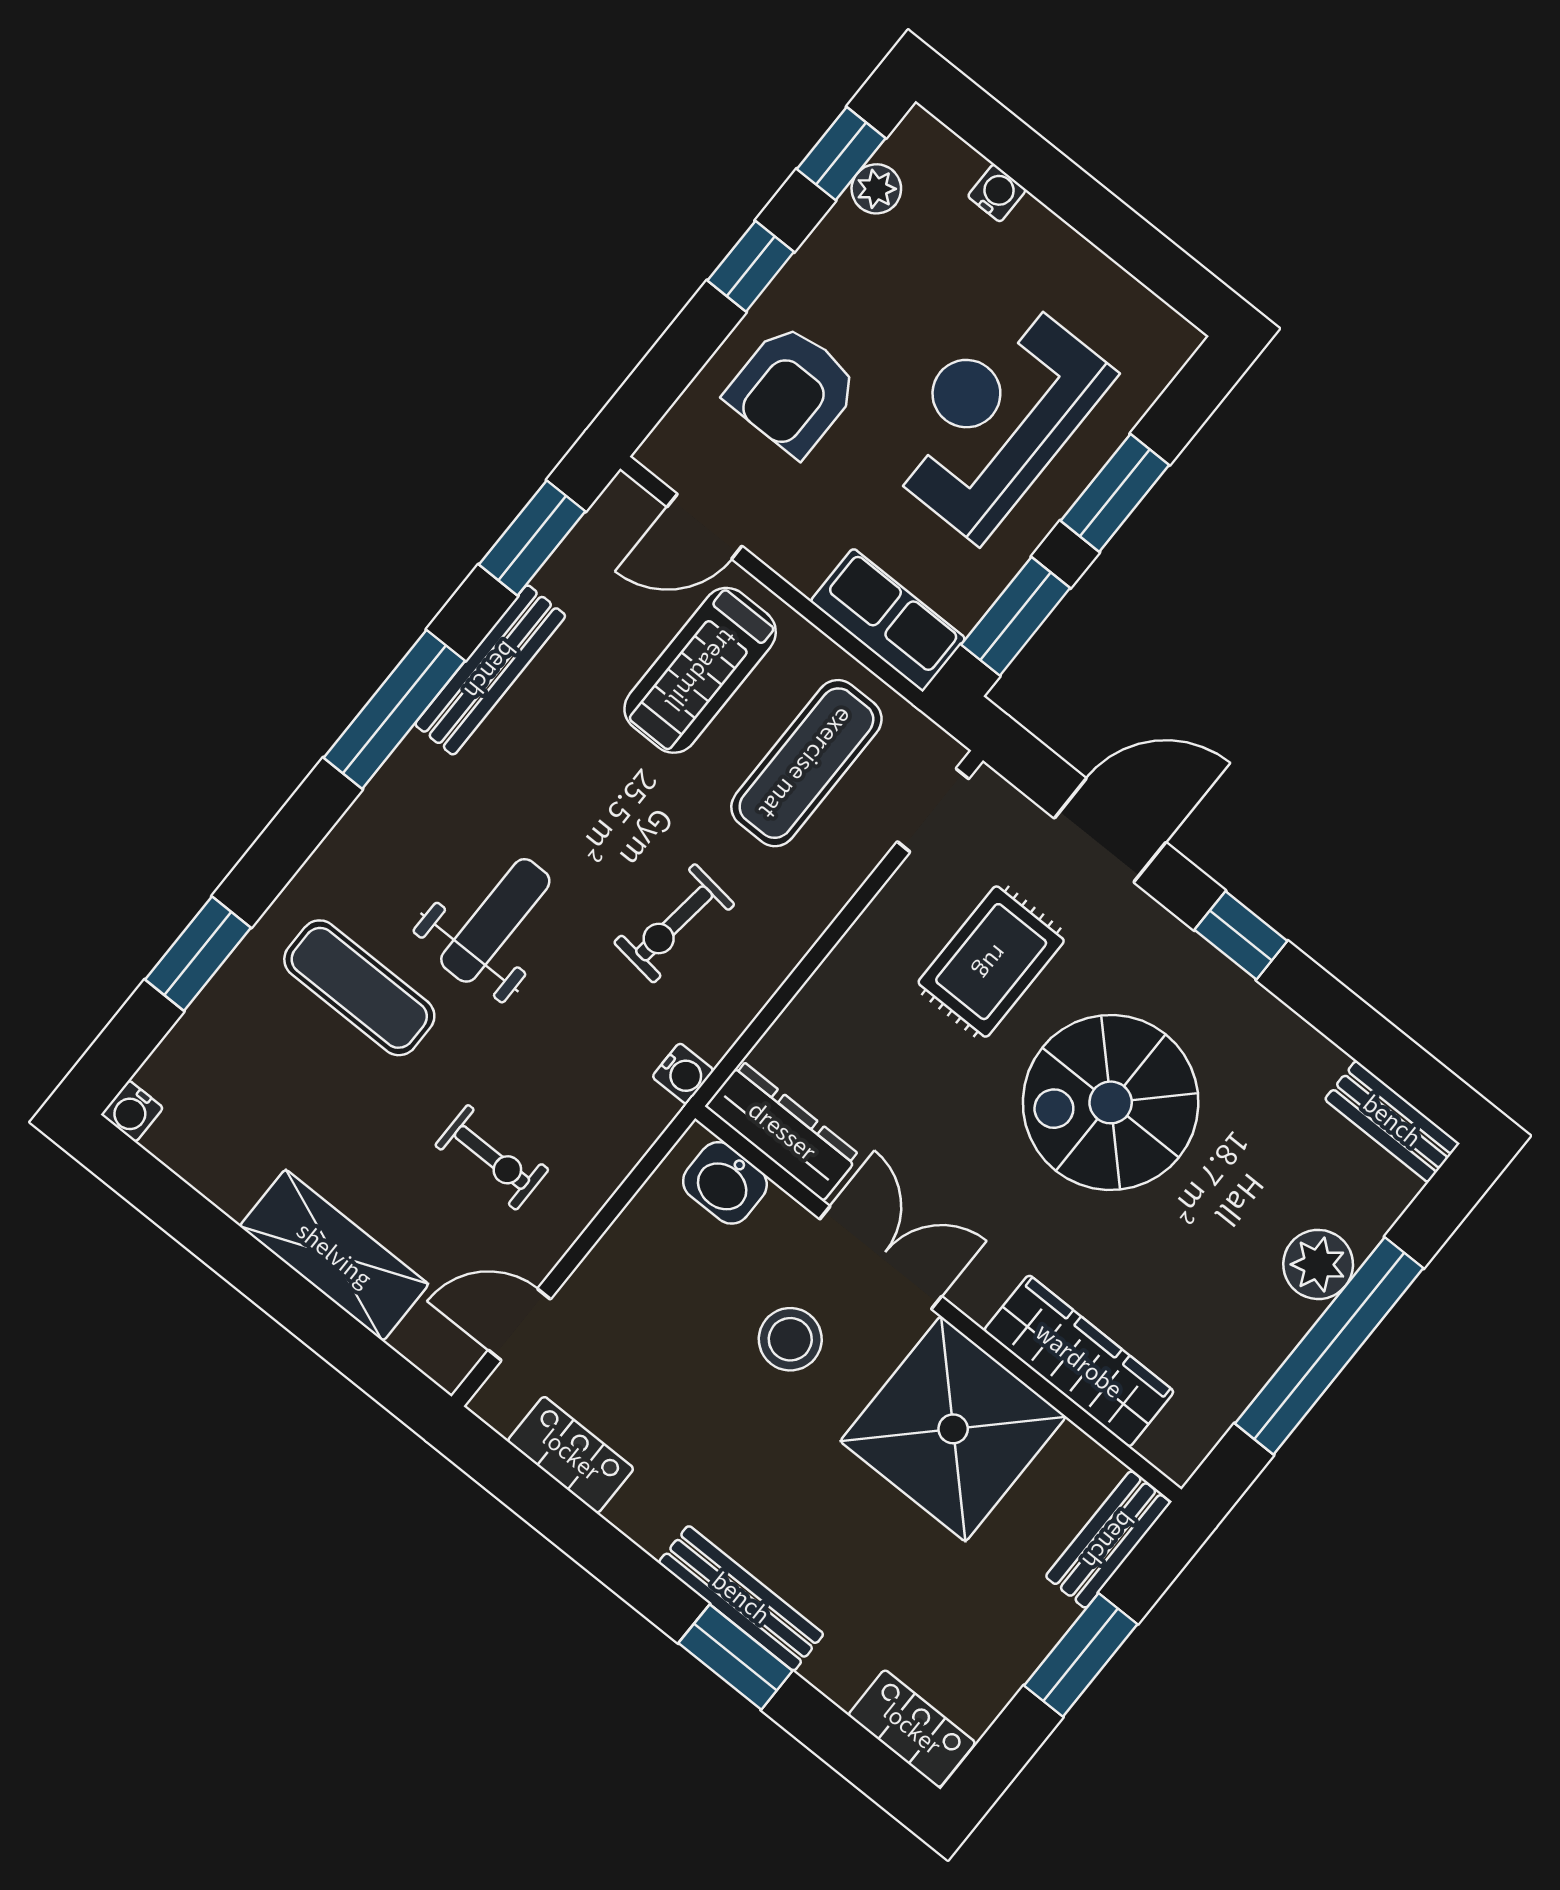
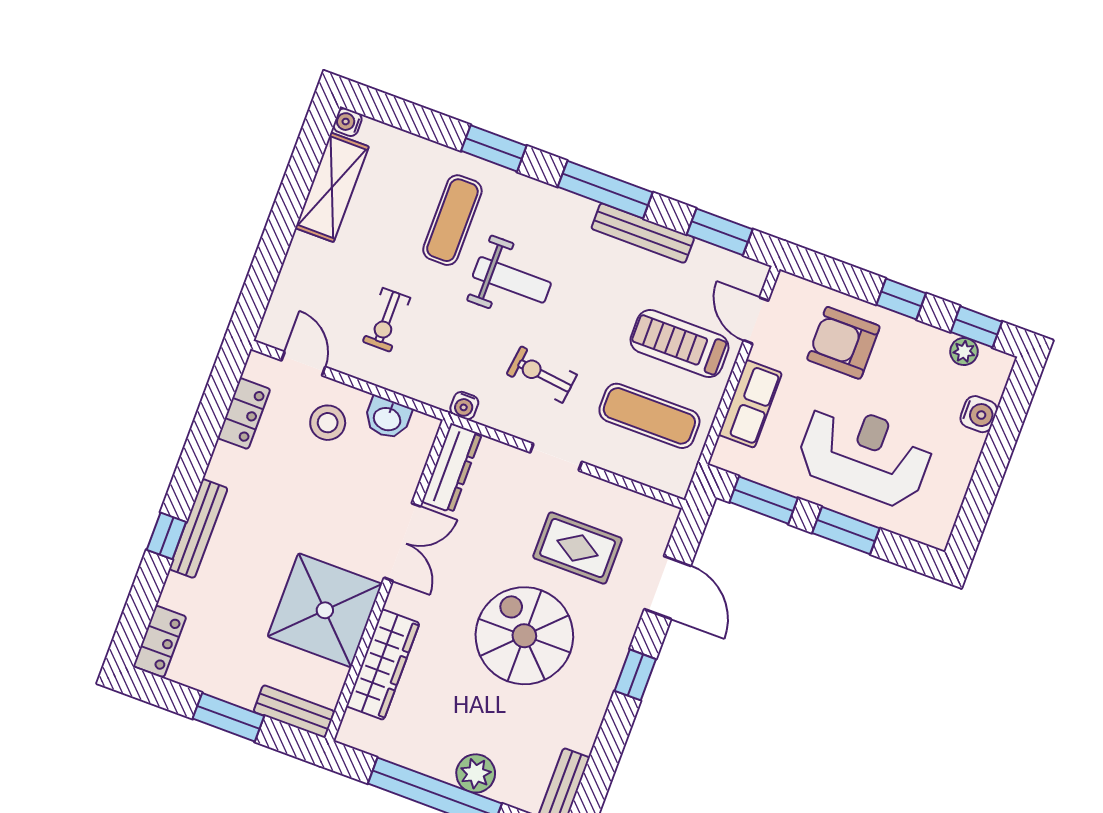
water cooler: (997, 193) -> (979, 414), width x1.38, depth x1.38
row of seats: (888, 620) -> (750, 404), moved
doorway: (933, 810) -> (556, 457), moved
window: (198, 954) -> (494, 148), moved
washbasin: (725, 1183) -> (387, 418), moved, turned -90
shelving: (334, 1255) -> (332, 187), moved
stool: (790, 1339) -> (328, 423), moved
window: (735, 1657) -> (166, 536), width x0.67

